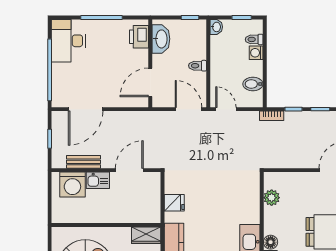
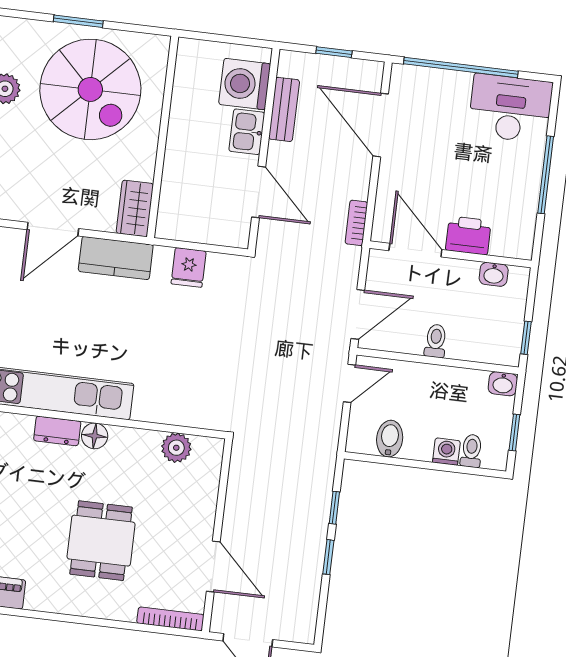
printer: (139, 37) -> (468, 235), moved
washbasin: (161, 39) -> (494, 274), width x0.52, depth x0.69
bookcase: (272, 116) -> (356, 223), moved

